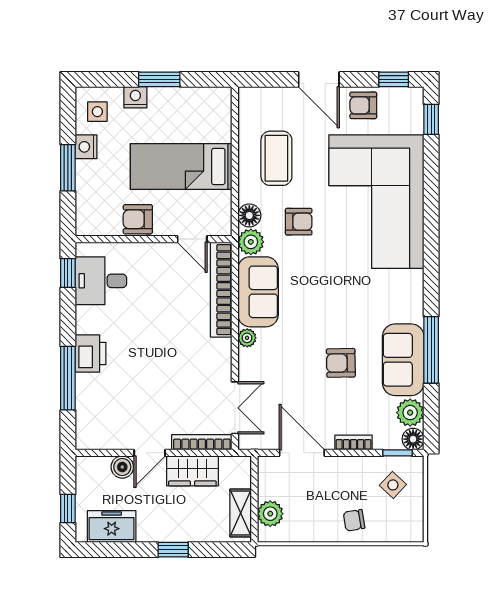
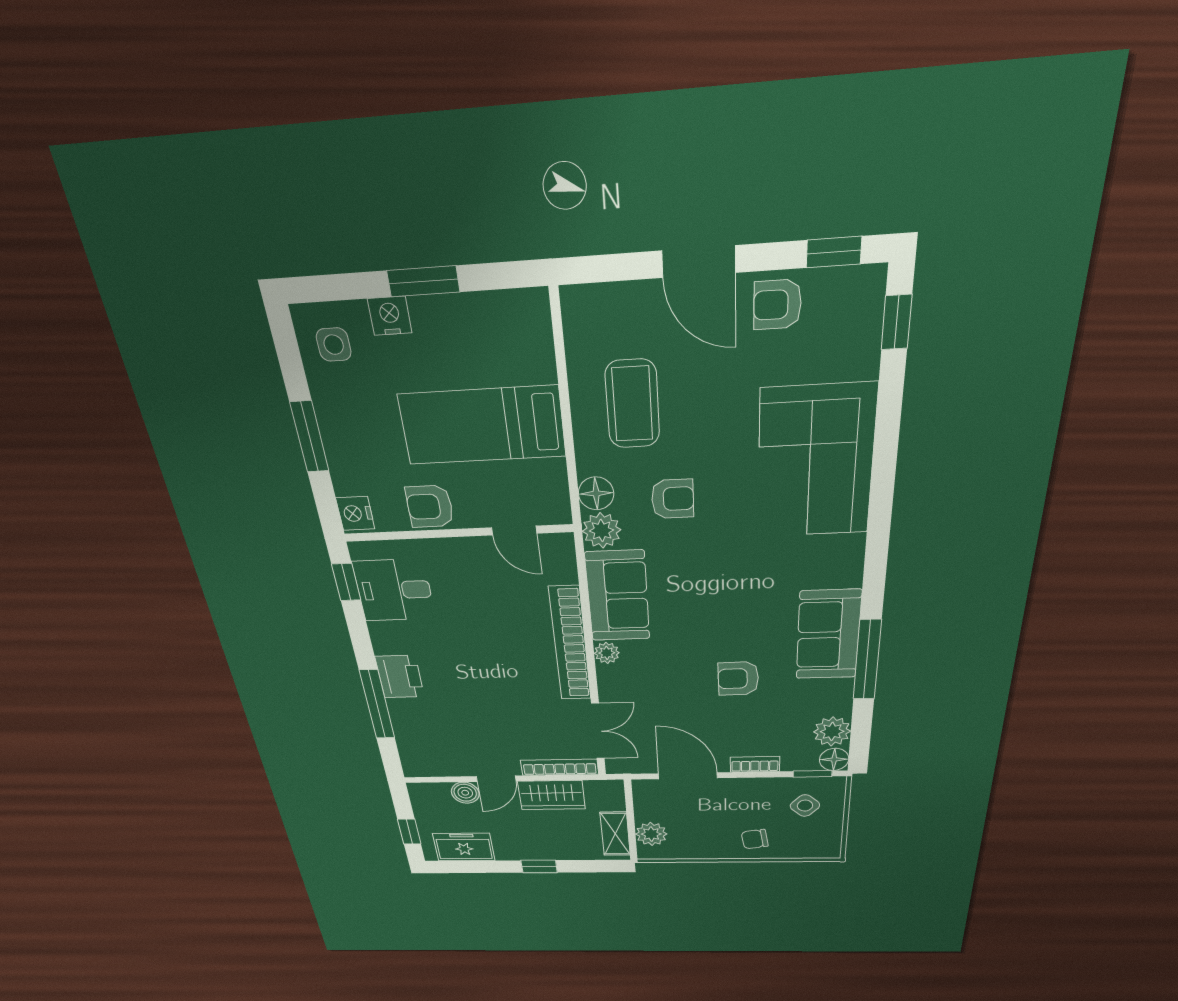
nightstand: (86, 147) -> (355, 513), moved
corner sofa: (376, 202) -> (815, 462), width x0.73, depth x0.74
bookcase: (221, 290) -> (570, 644), moved
sofa: (403, 360) -> (828, 635), moved

